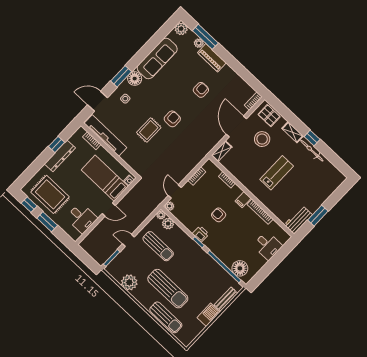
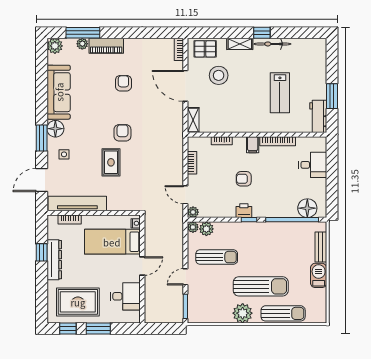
lab bench: (277, 173) -> (280, 93), moved, turned 180
plant: (129, 282) -> (243, 313), moved

